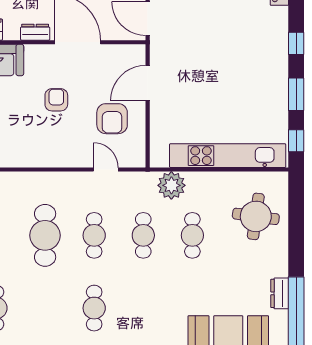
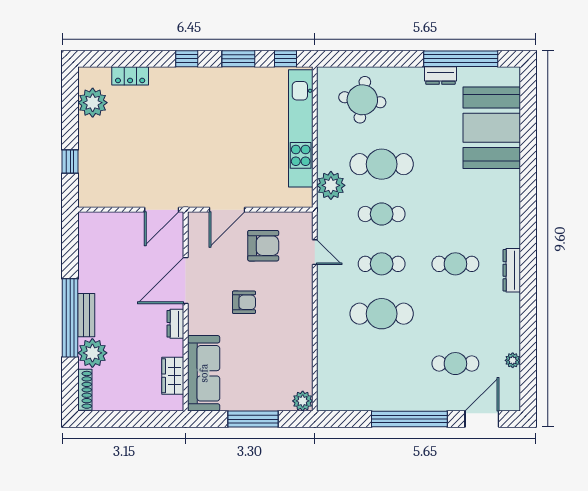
door: (148, 83) -> (227, 210), hinge flipped
armchair: (56, 100) -> (244, 302), turned 180
door: (106, 170) -> (315, 252), swing flipped
cafe table: (192, 235) -> (382, 164), width x1.37, depth x1.35

